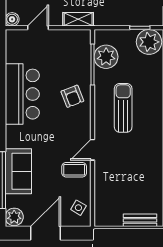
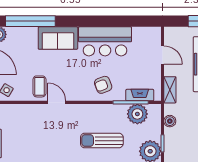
boiler: (12, 19) -> (170, 121), moved
fireplace: (84, 54) -> (140, 95), added
sun lounger: (123, 108) -> (102, 141), moved, turned 180
sofa: (18, 171) -> (58, 38), moved

